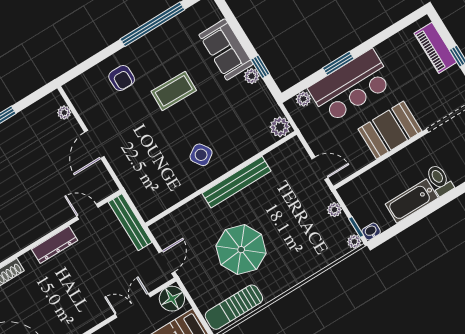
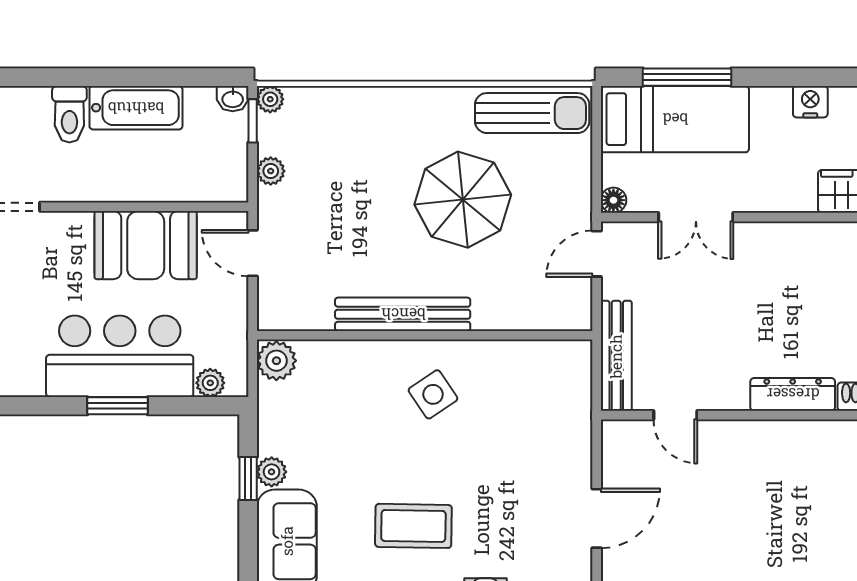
booth: (390, 130) -> (146, 245), moved
dresser: (55, 245) -> (793, 394), moved
floor lamp: (172, 299) -> (613, 200), width x0.53, depth x0.53

